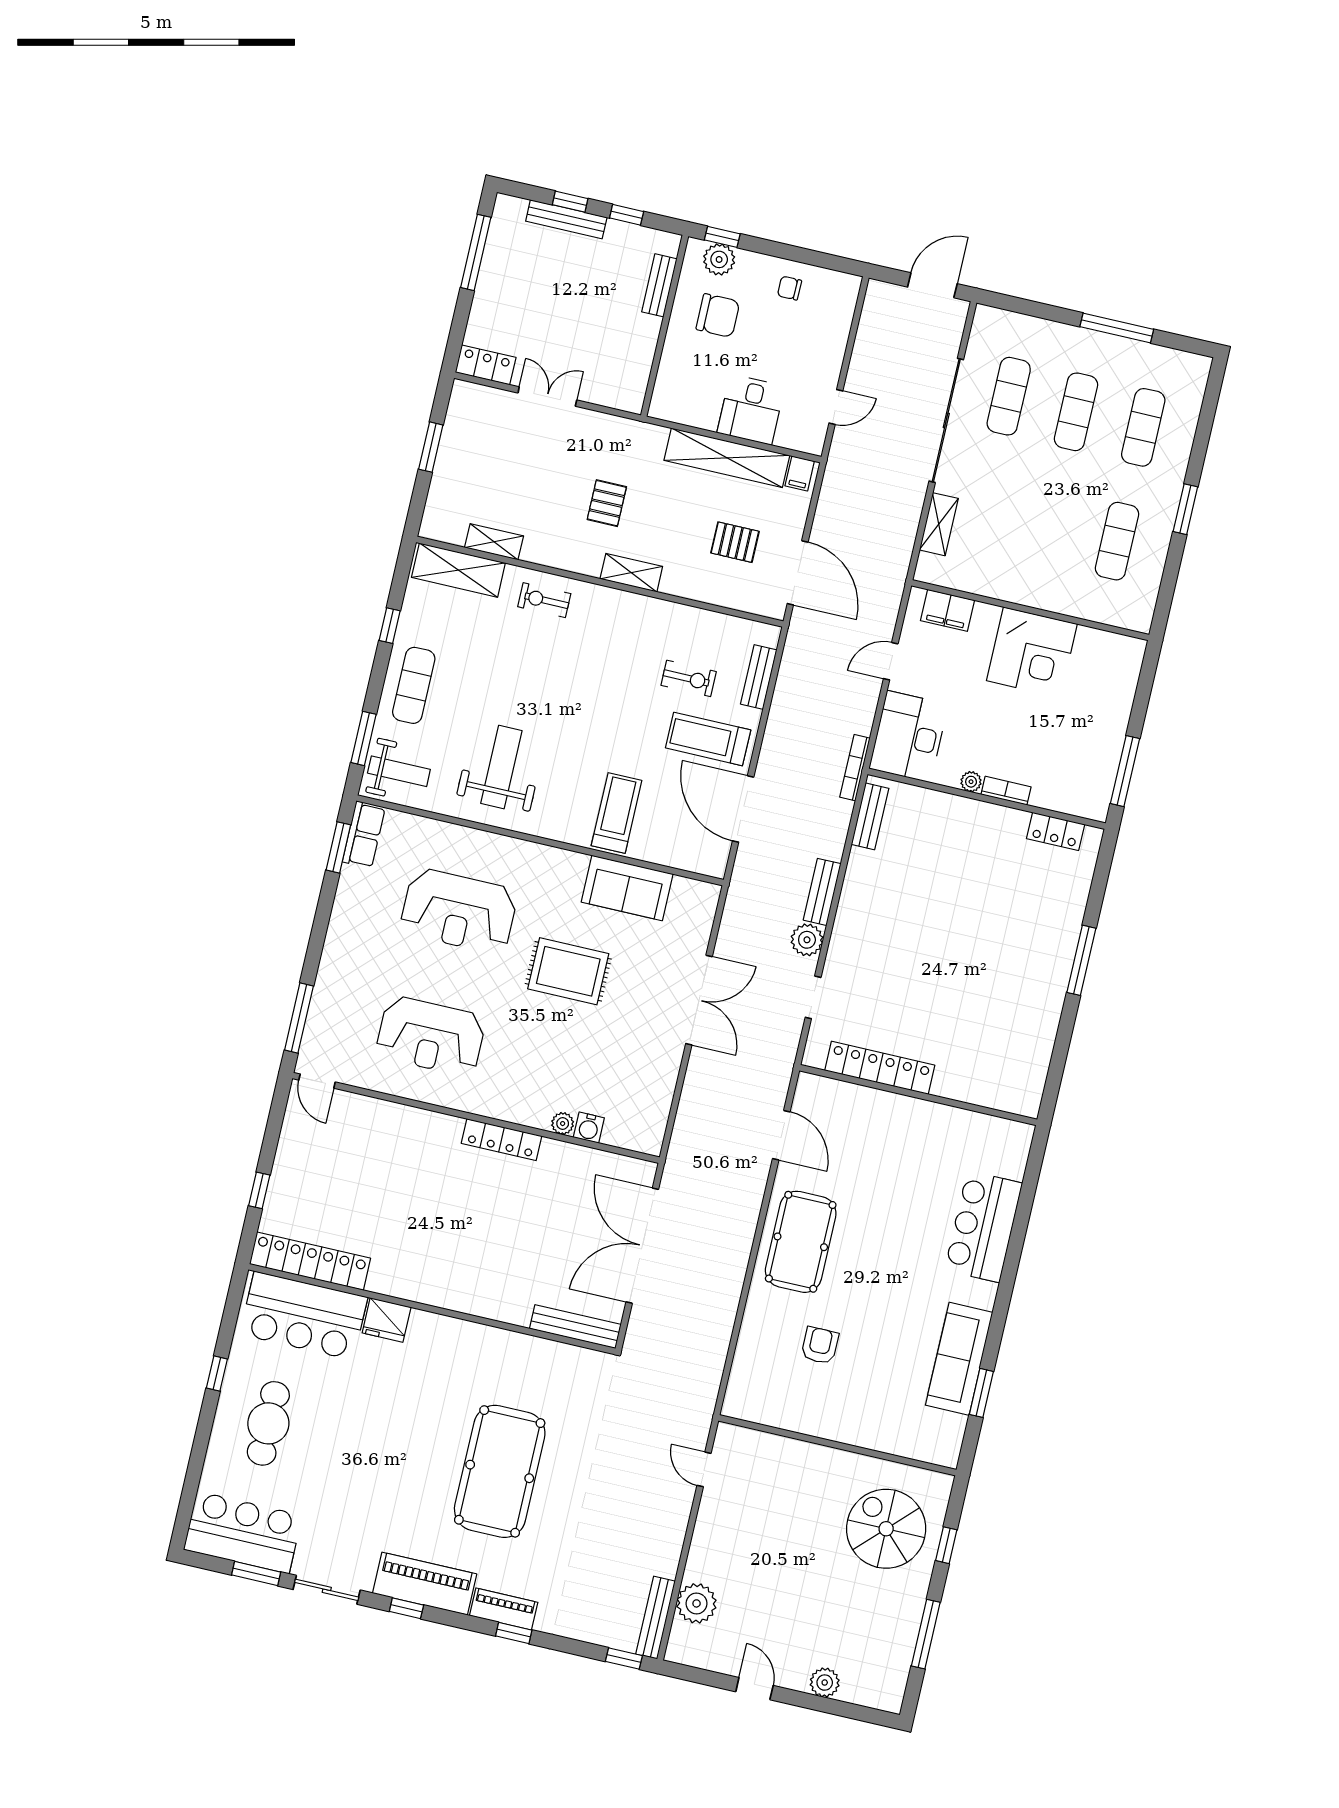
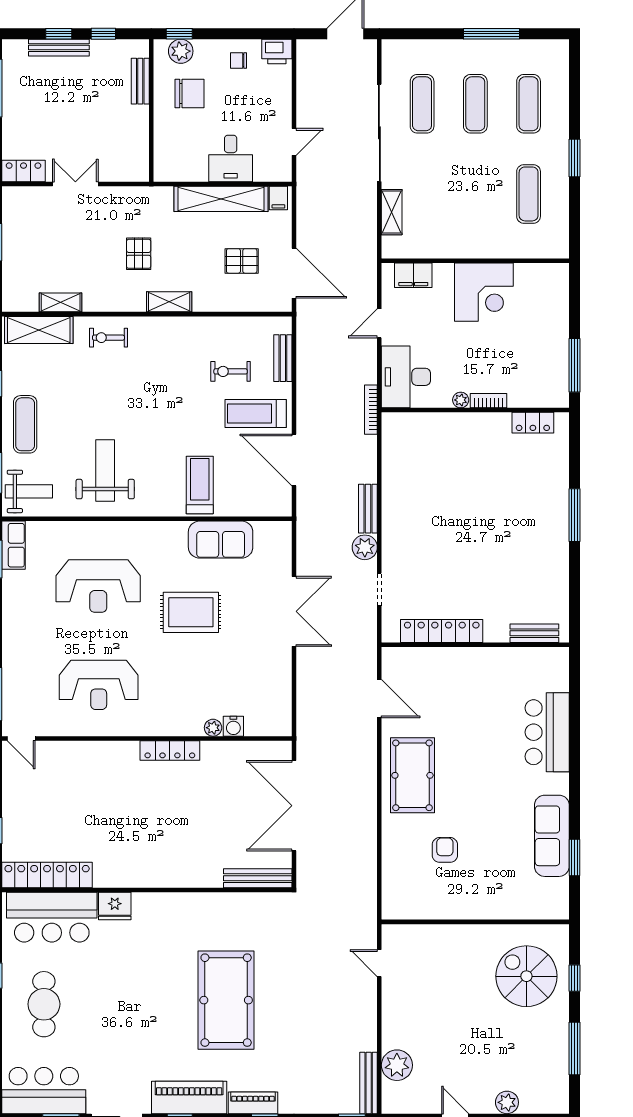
printer: (841, 288) -> (277, 51), added
exercise bike: (689, 678) -> (231, 371), turned 180
bench: (870, 816) -> (534, 633), moved, turned 90

